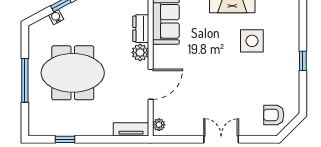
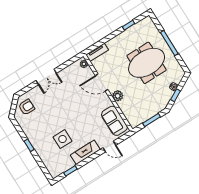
dresser: (141, 29) -> (125, 109), removed
door: (151, 84) -> (102, 83), hinge flipped

